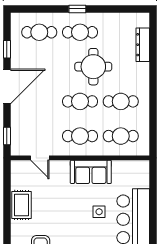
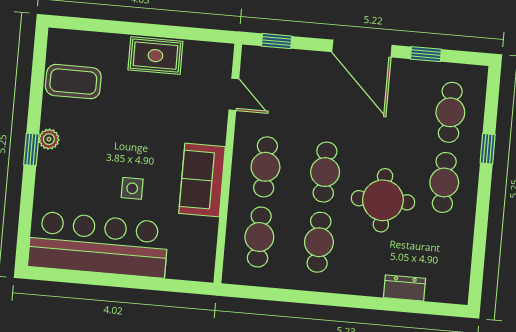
window: (77, 9) -> (488, 149), moved
dresser: (143, 45) -> (405, 288), width x0.70
door: (40, 158) -> (234, 94), swing flipped

